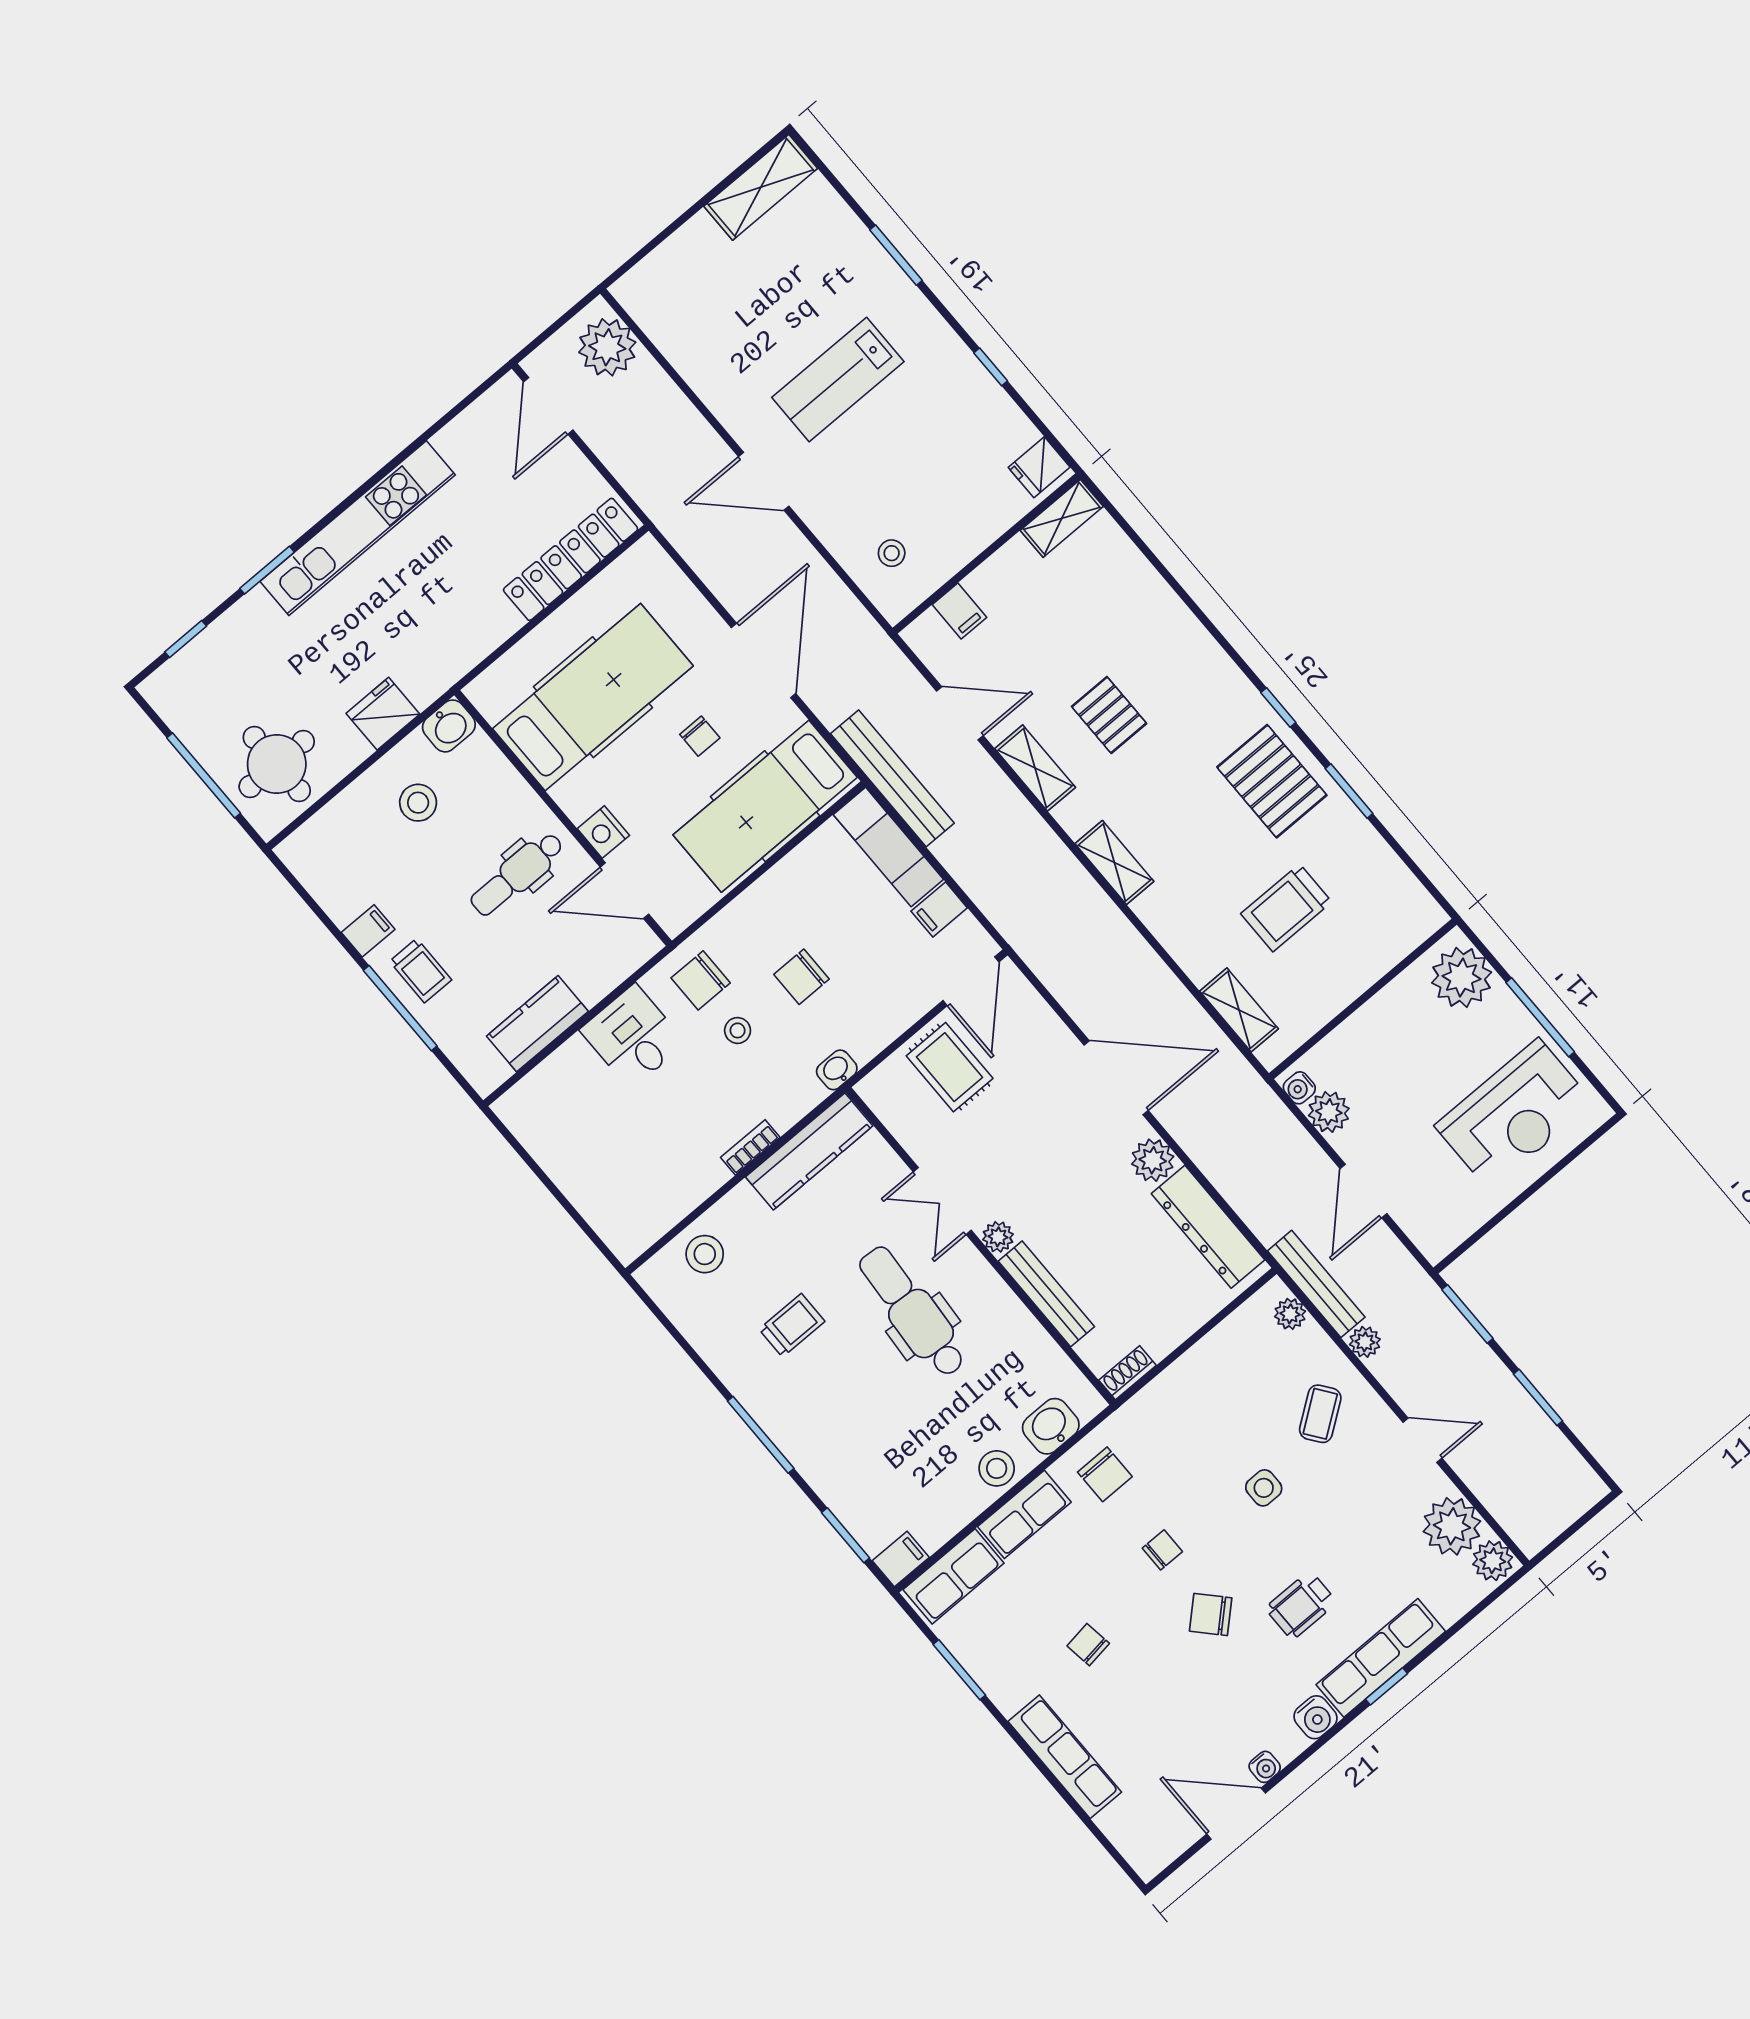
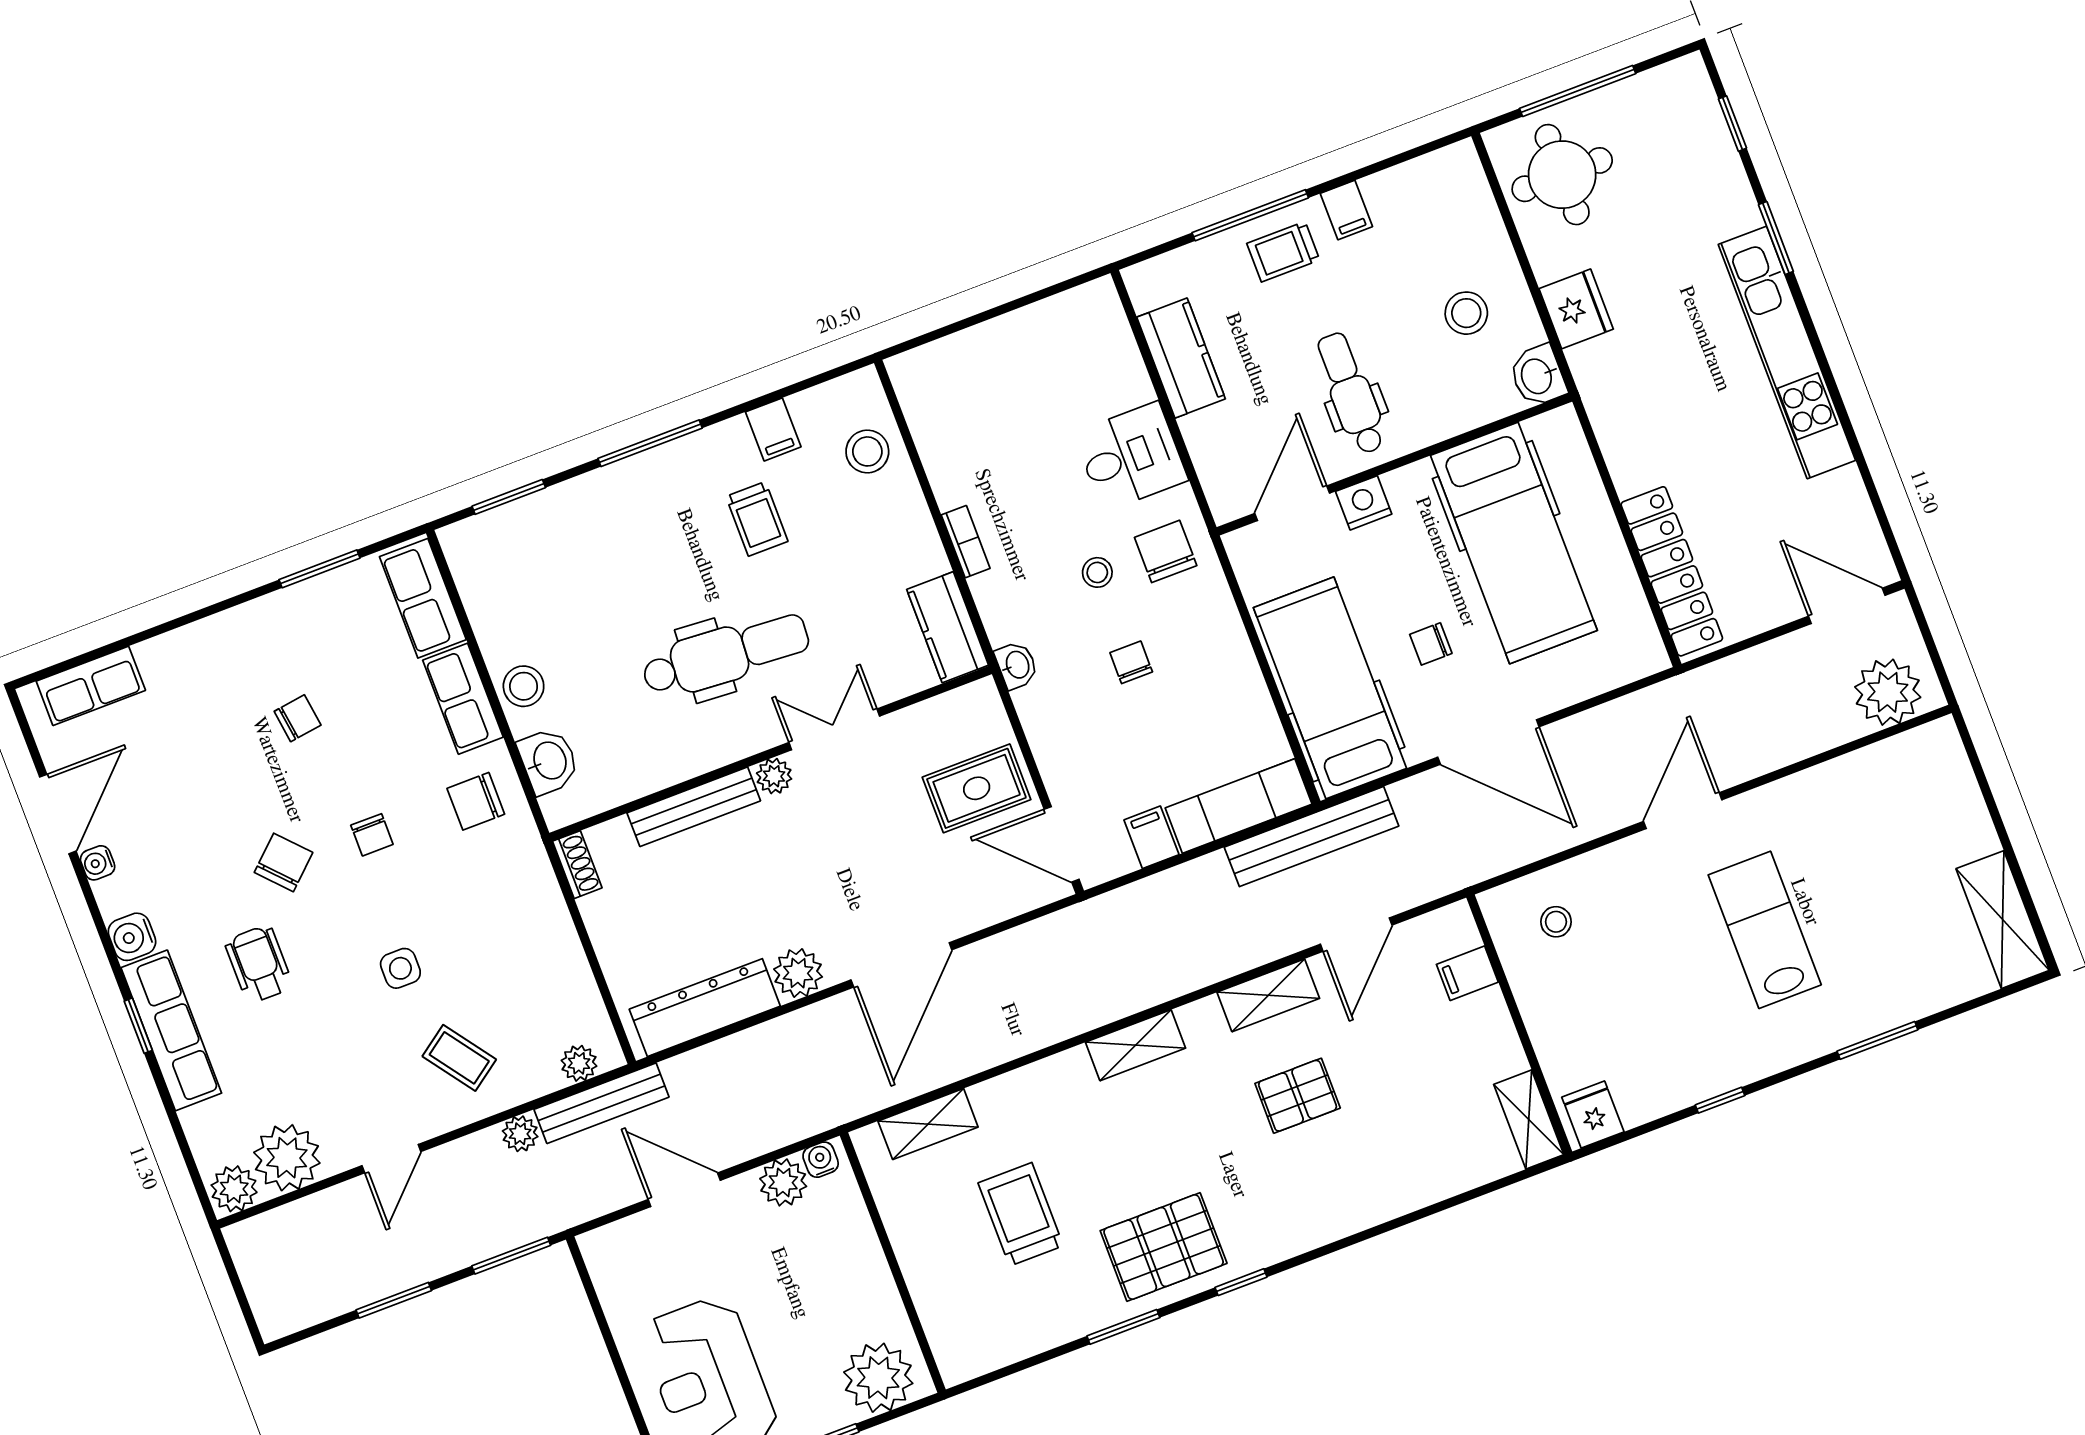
chair: (801, 977) -> (1131, 662), width x0.73, depth x0.73
kitchen counter: (809, 1151) -> (948, 627), width x0.67
filing cabinet: (901, 1559) -> (773, 429), moved
row of seats: (1065, 1757) -> (91, 686), moved, width x0.68

